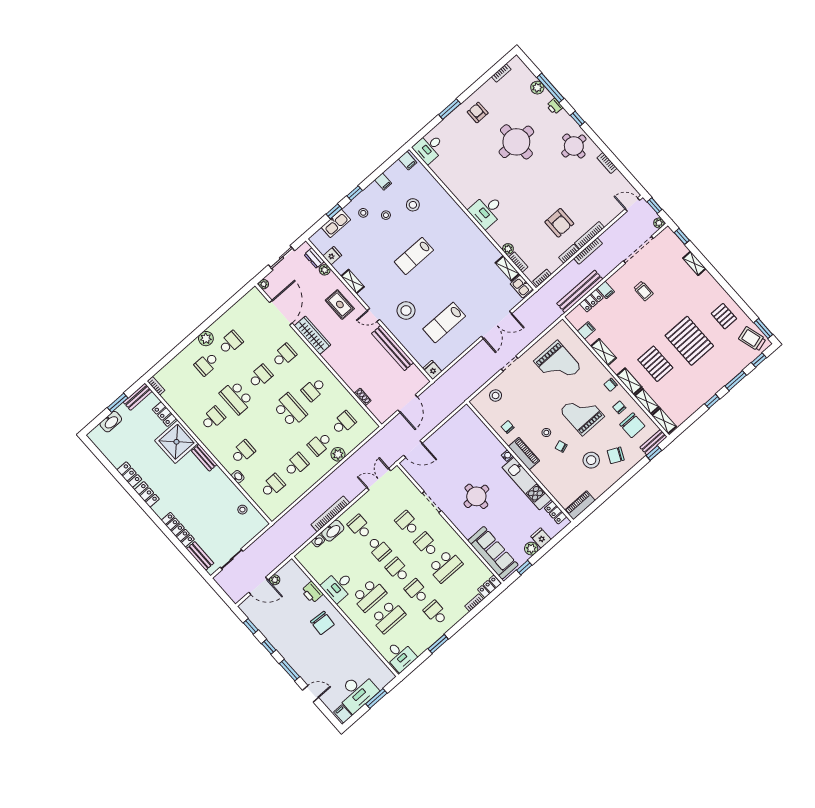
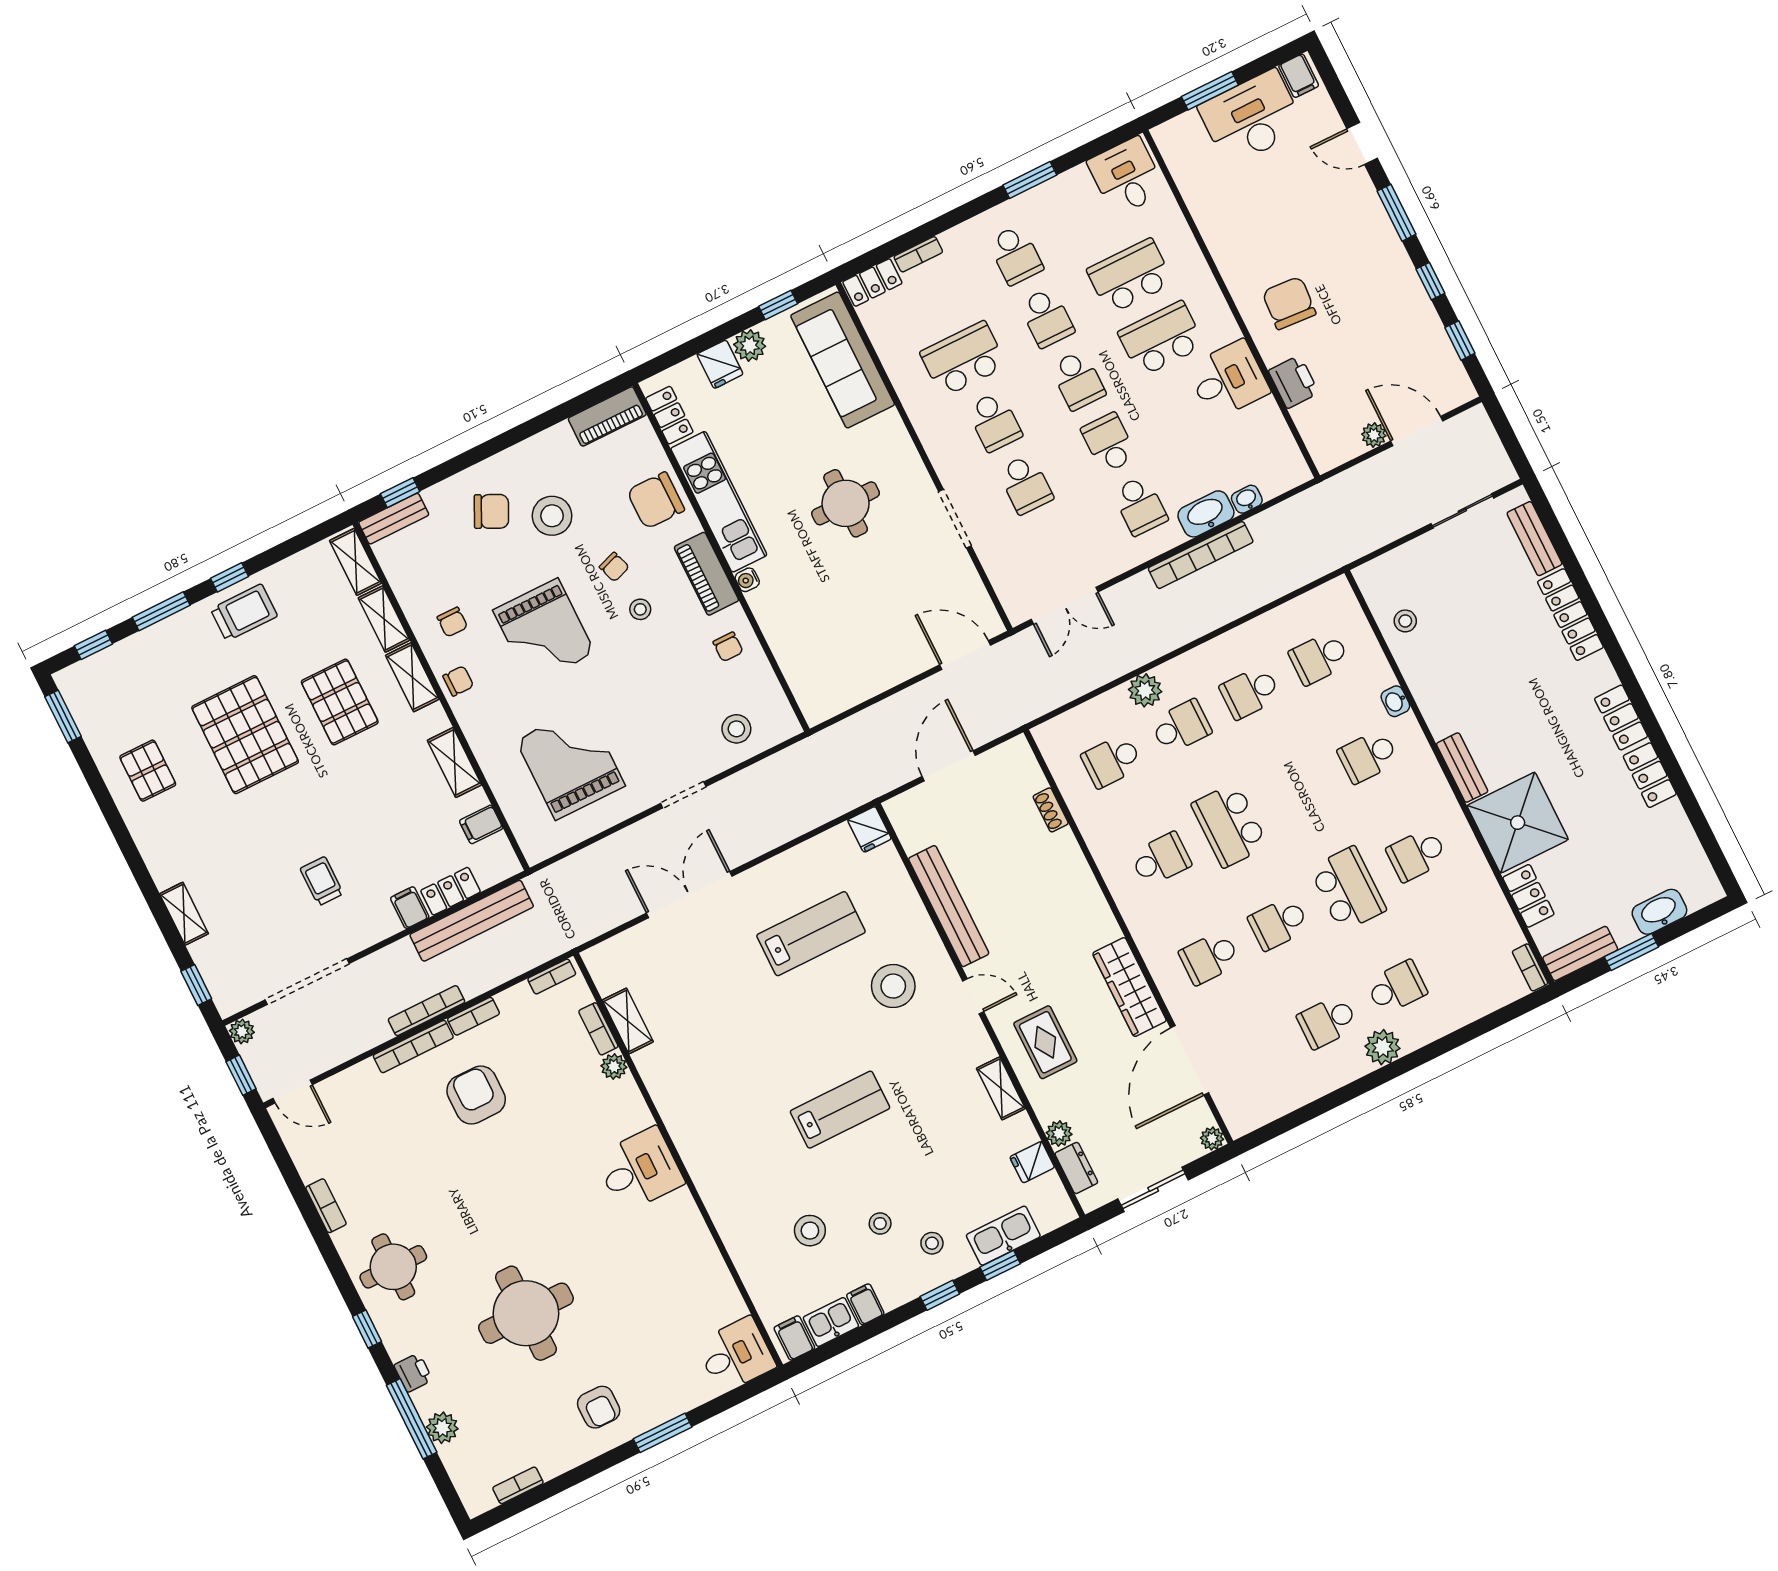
kitchen sink: (522, 286) -> (831, 1322), moved, turned -90
trolley: (752, 339) -> (244, 612), moved, turned -74
chair: (632, 425) -> (656, 500), moved, turned -90

